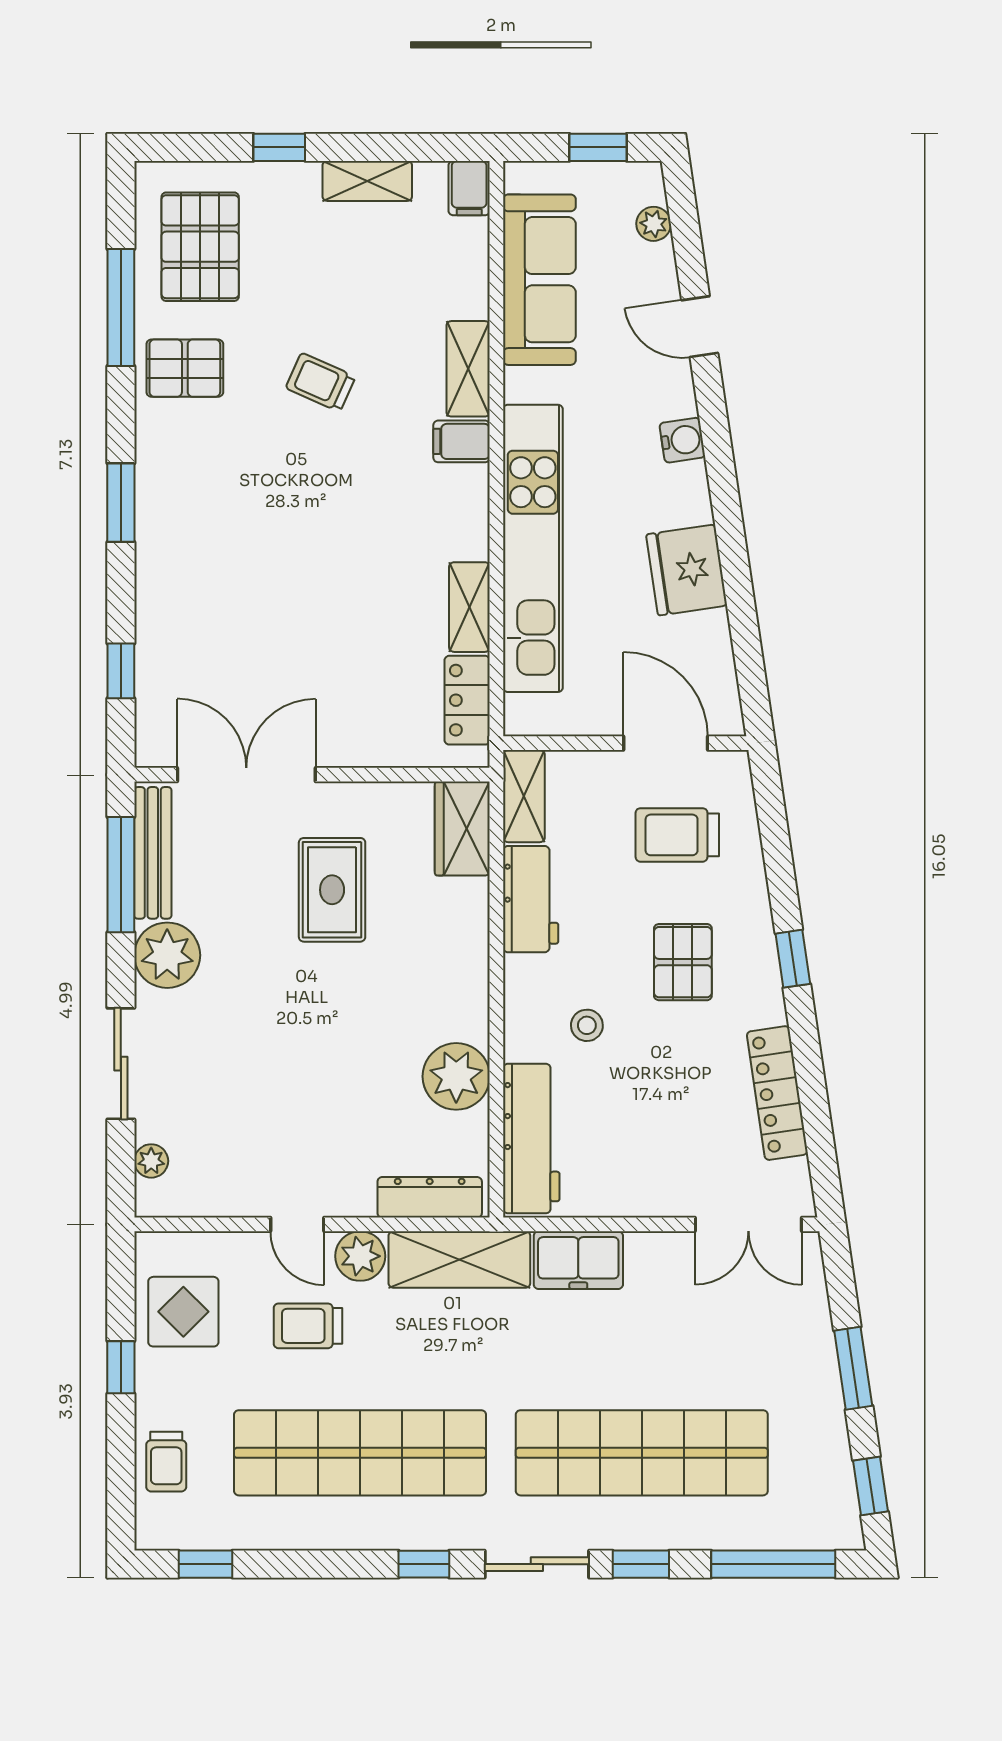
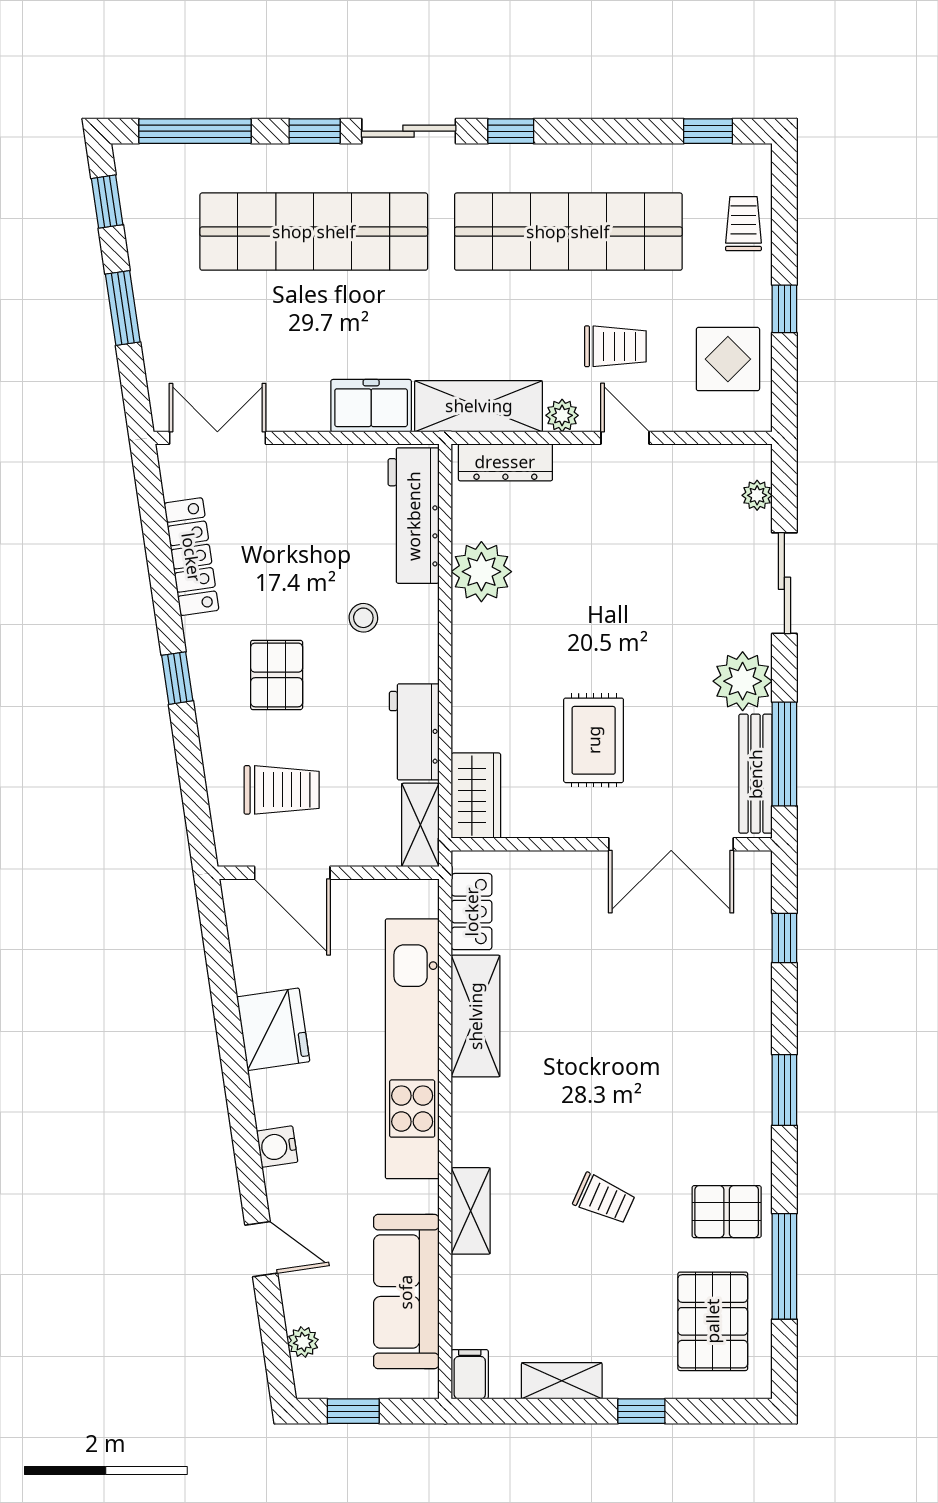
filing cabinet: (462, 441) -> (477, 1145), removed
shelving: (469, 607) -> (476, 1016), width x1.50, depth x1.33
plant: (360, 1256) -> (562, 415), width x0.73, depth x0.73

